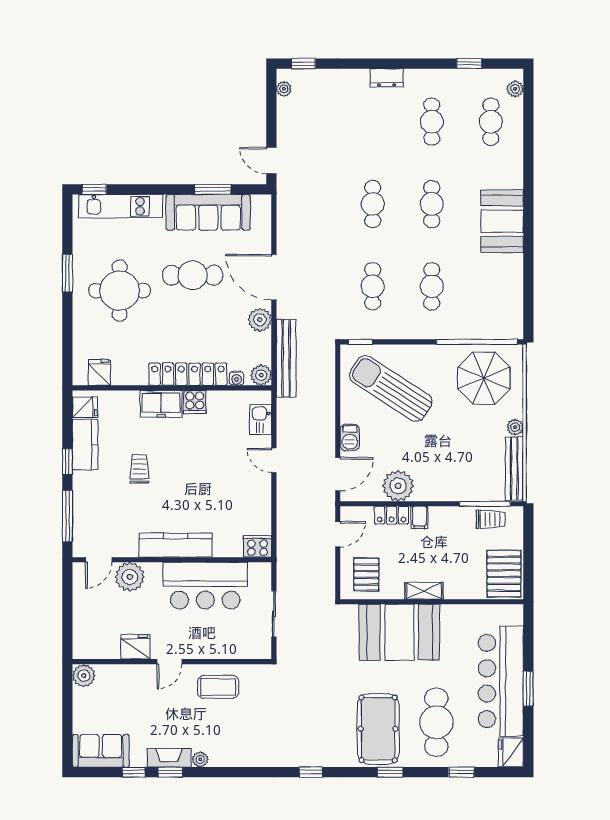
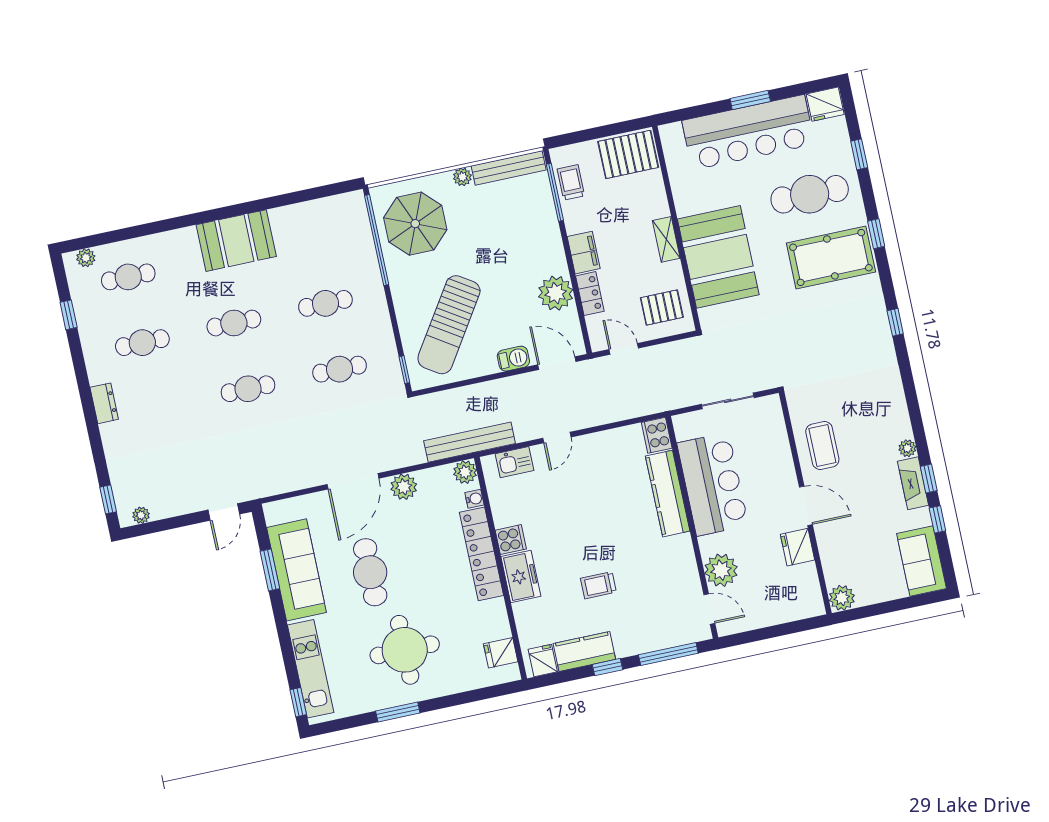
bench: (286, 358) -> (470, 442), moved
filing cabinet: (419, 517) -> (584, 253), width x2.00
kitchen counter: (176, 545) -> (668, 494), moved
door: (169, 662) -> (806, 506), width x1.38

